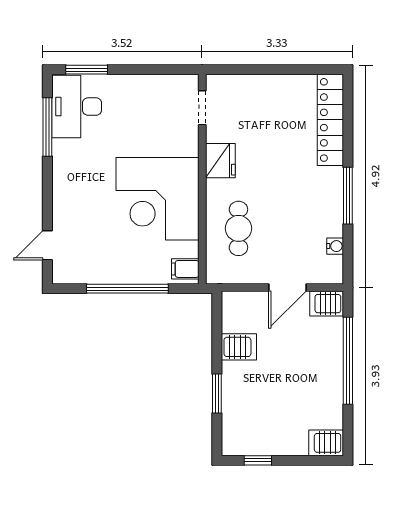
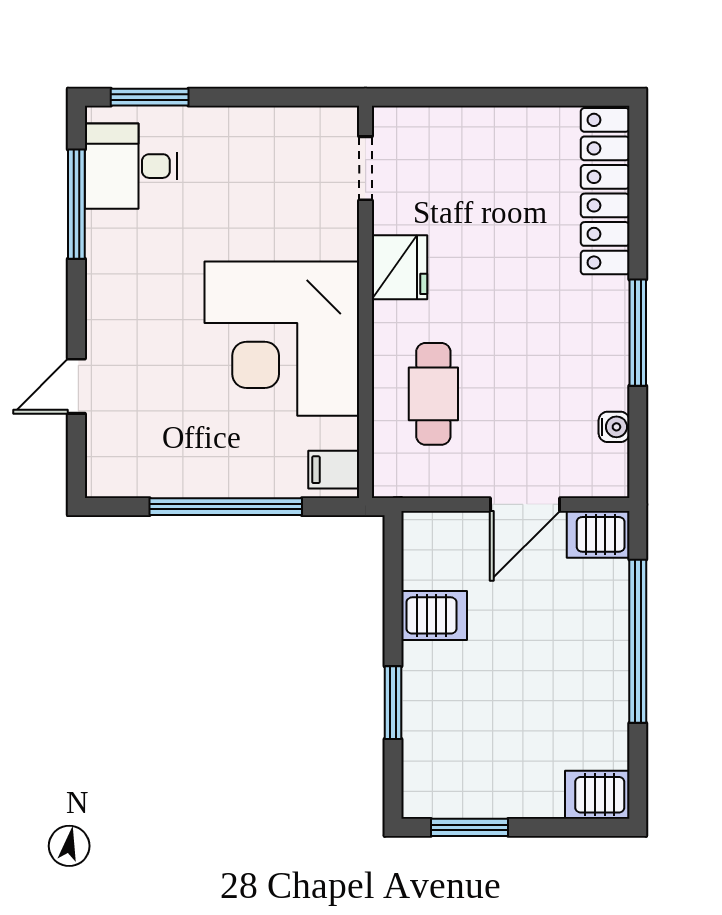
desk: (77, 107) -> (131, 166), width x0.73
door: (47, 245) -> (76, 386), moved
window: (258, 460) -> (470, 827), width x1.50

